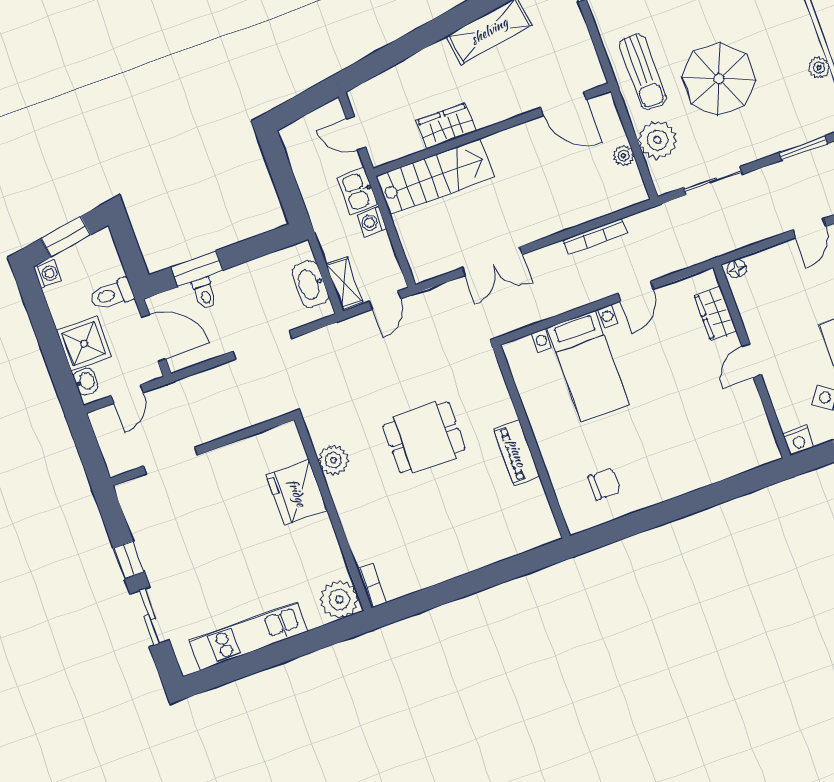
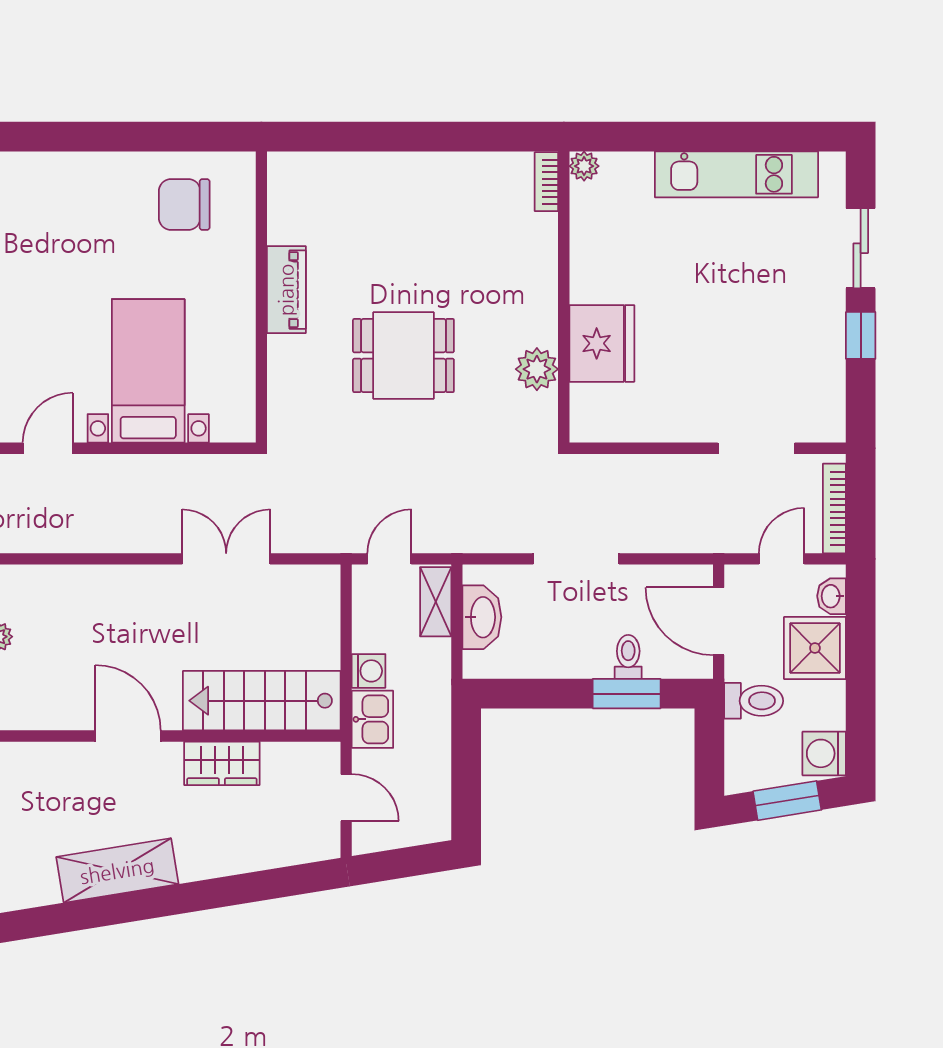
door: (564, 104) -> (128, 736), moved
bookcase: (595, 237) -> (834, 508), moved, turned -90
washing machine: (47, 274) -> (824, 753), width x1.38, depth x1.38
chair: (604, 484) -> (184, 205), width x1.37, depth x1.37
plant: (339, 599) -> (584, 166), width x0.53, depth x0.53

